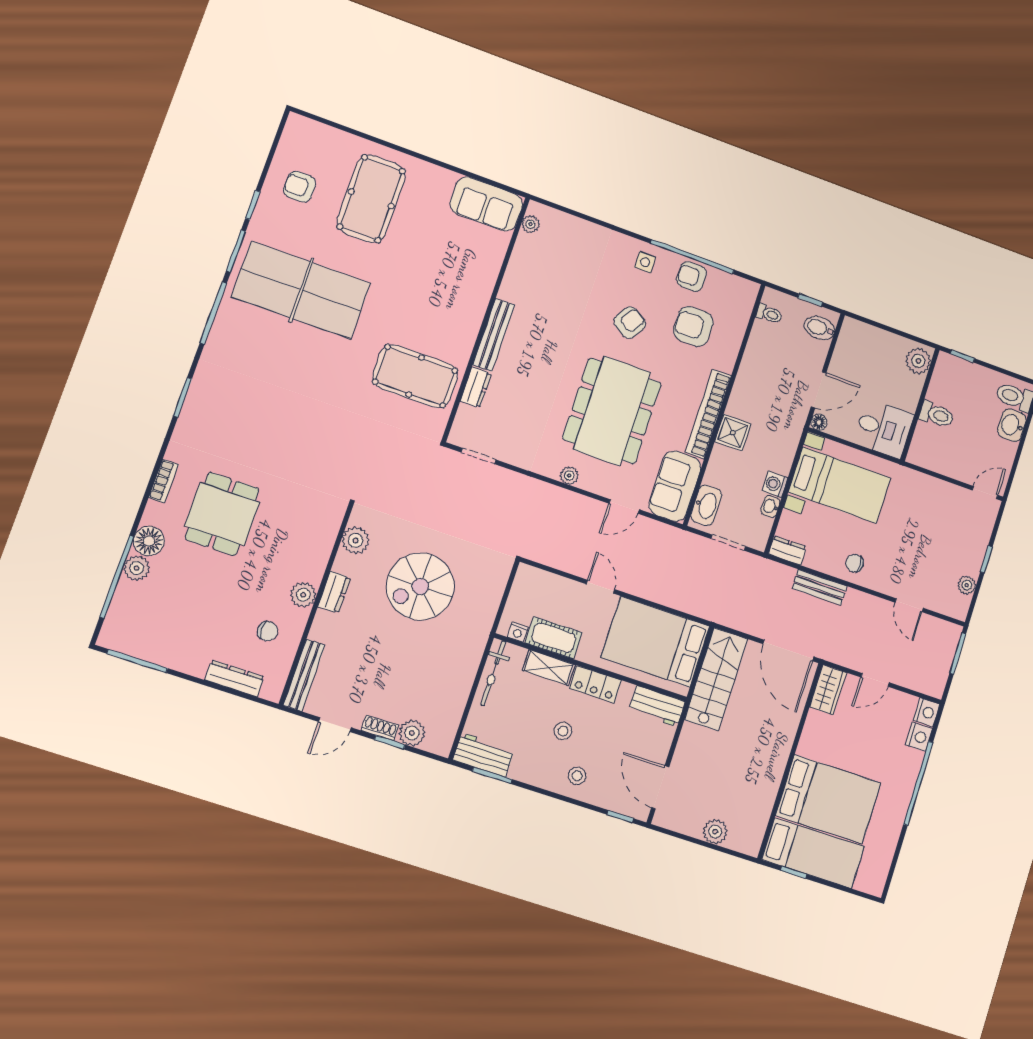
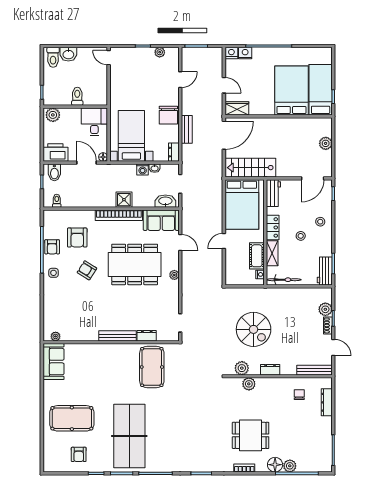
printer: (853, 342) -> (55, 152), added
chair: (855, 563) -> (168, 115), width x1.87, depth x1.87
plant: (303, 595) -> (249, 384), moved

